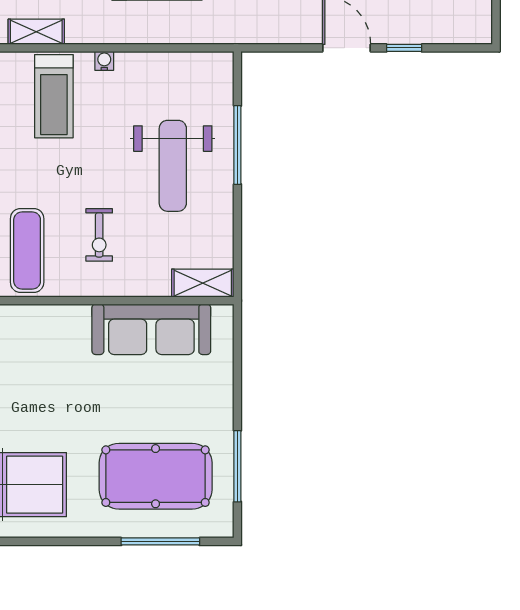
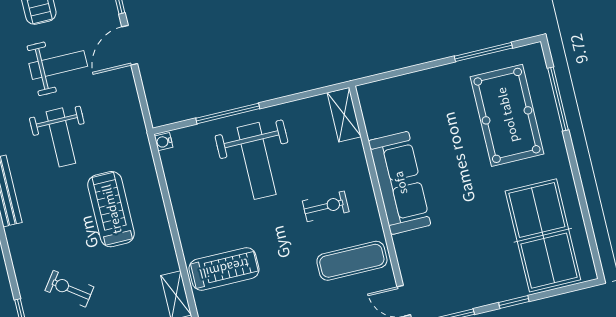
water cooler: (104, 61) -> (164, 142), moved
weight bench: (173, 166) -> (257, 161), turned 90
sofa: (151, 329) -> (400, 183), moved

